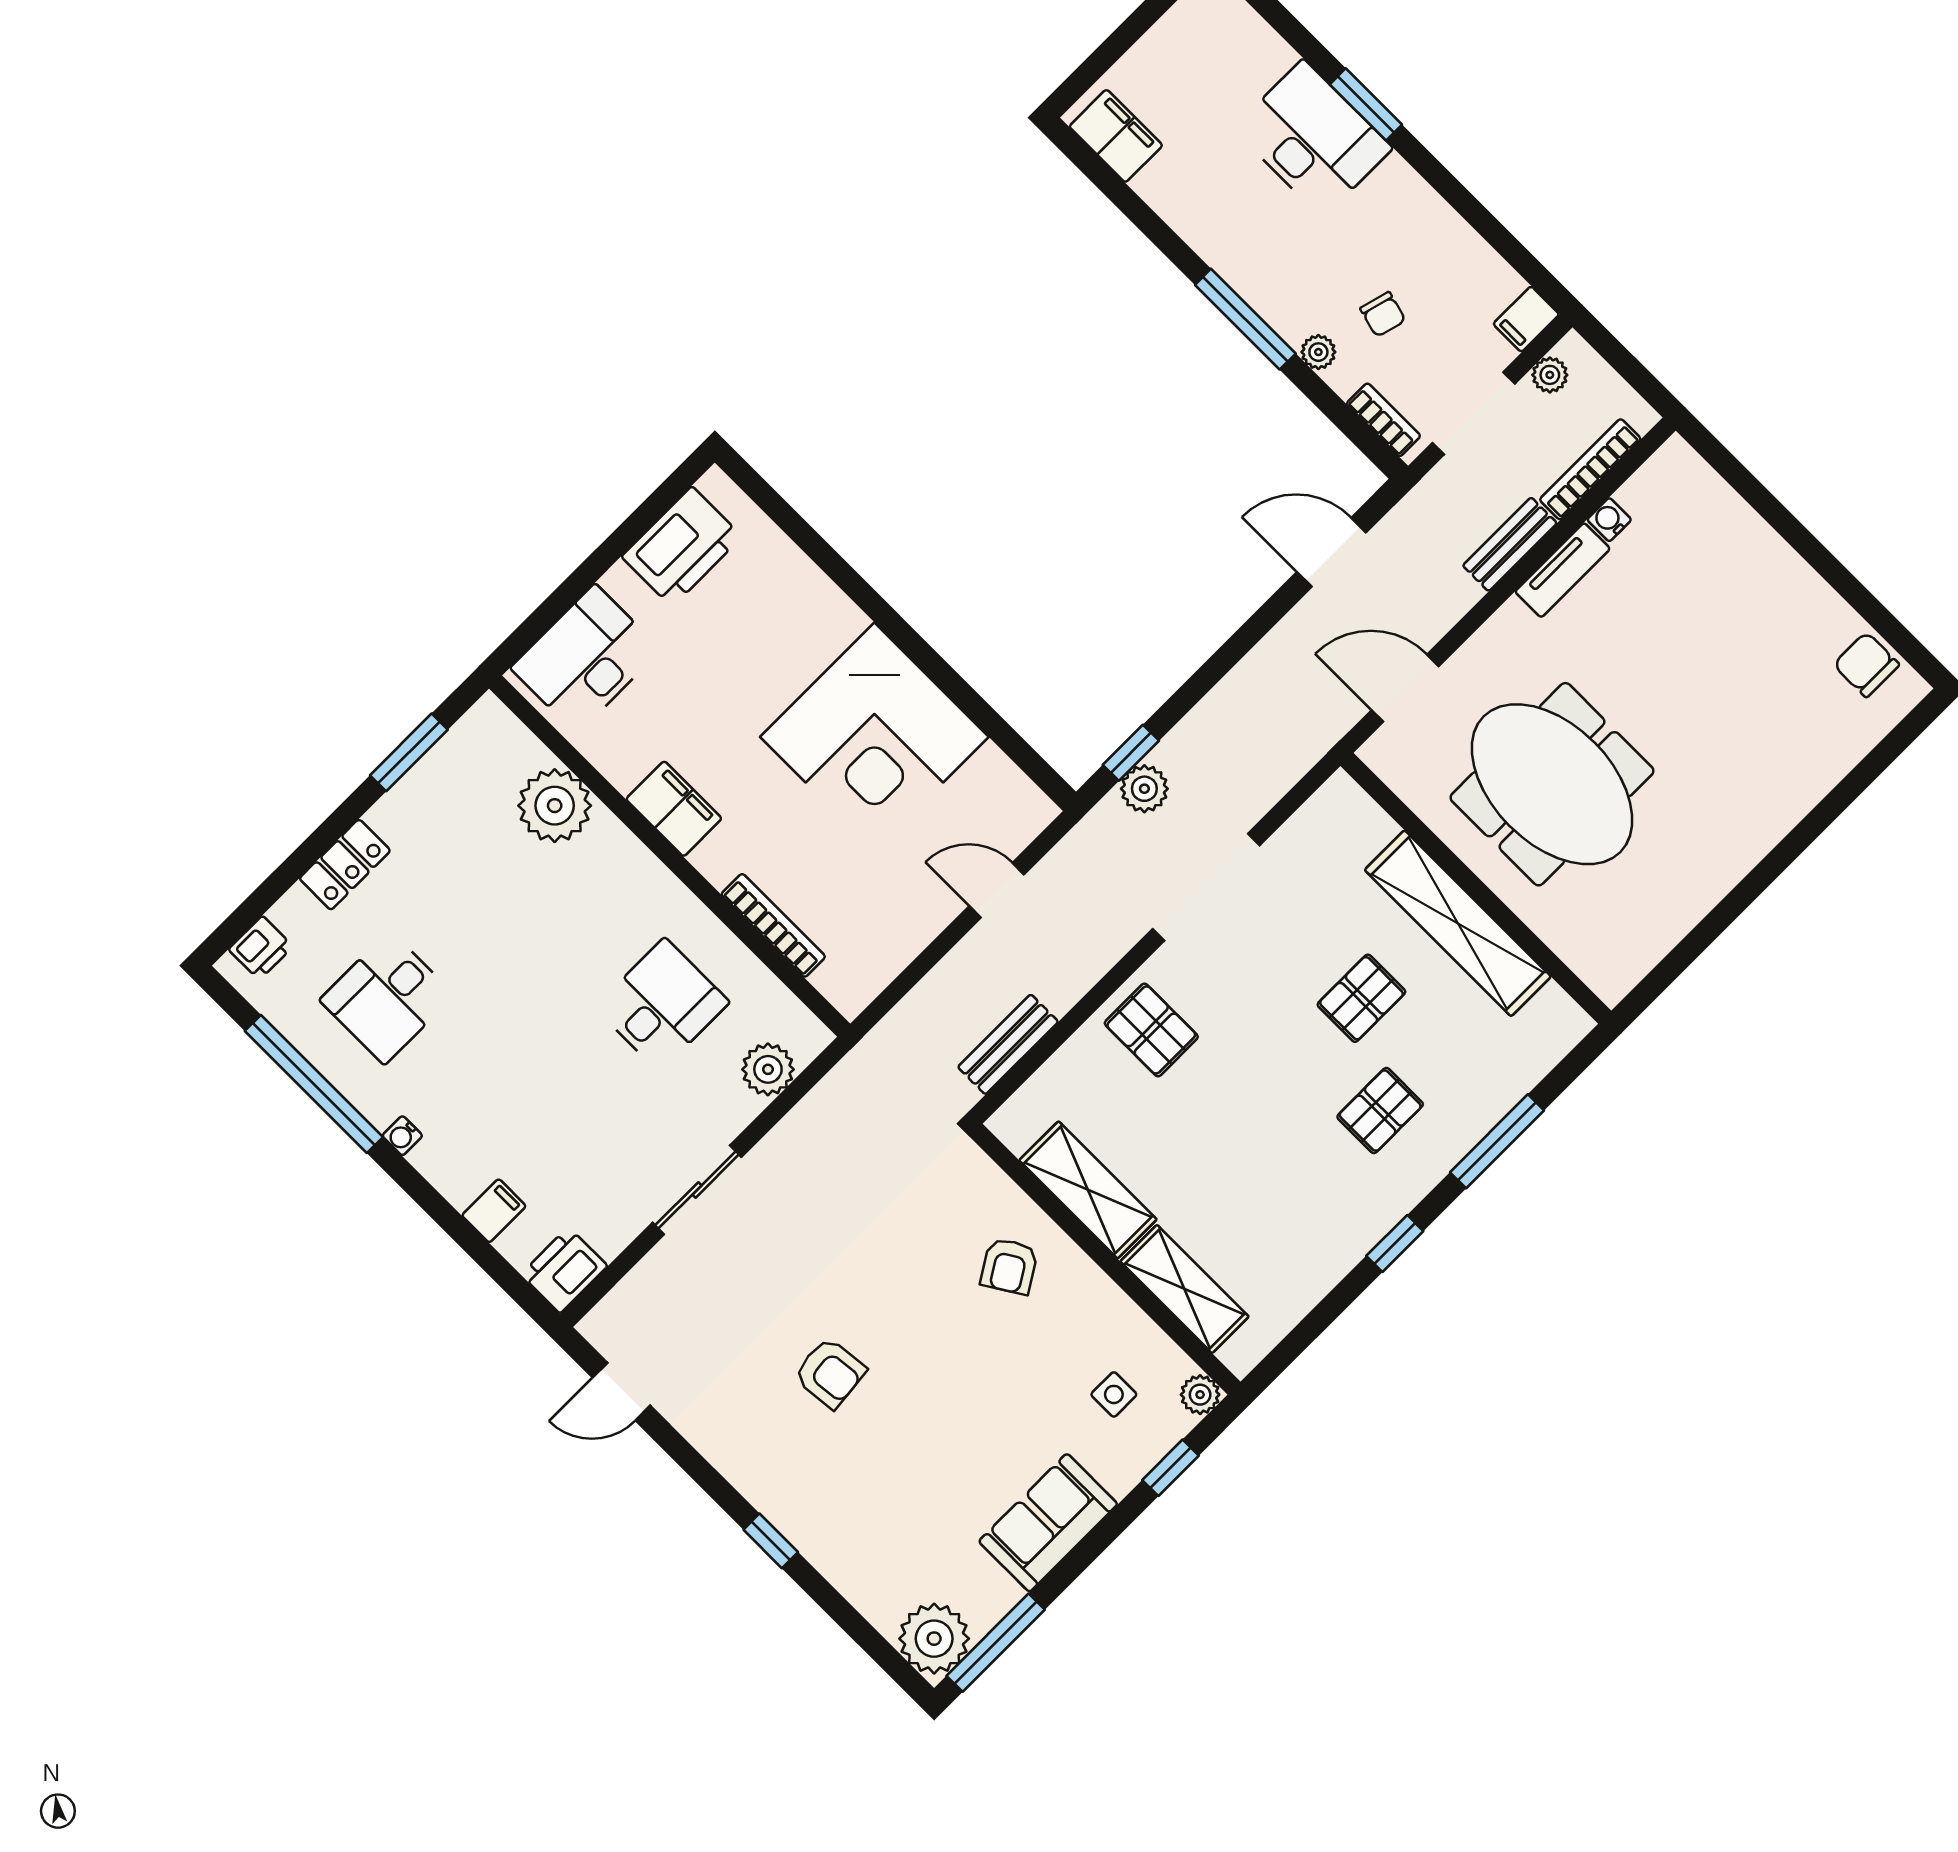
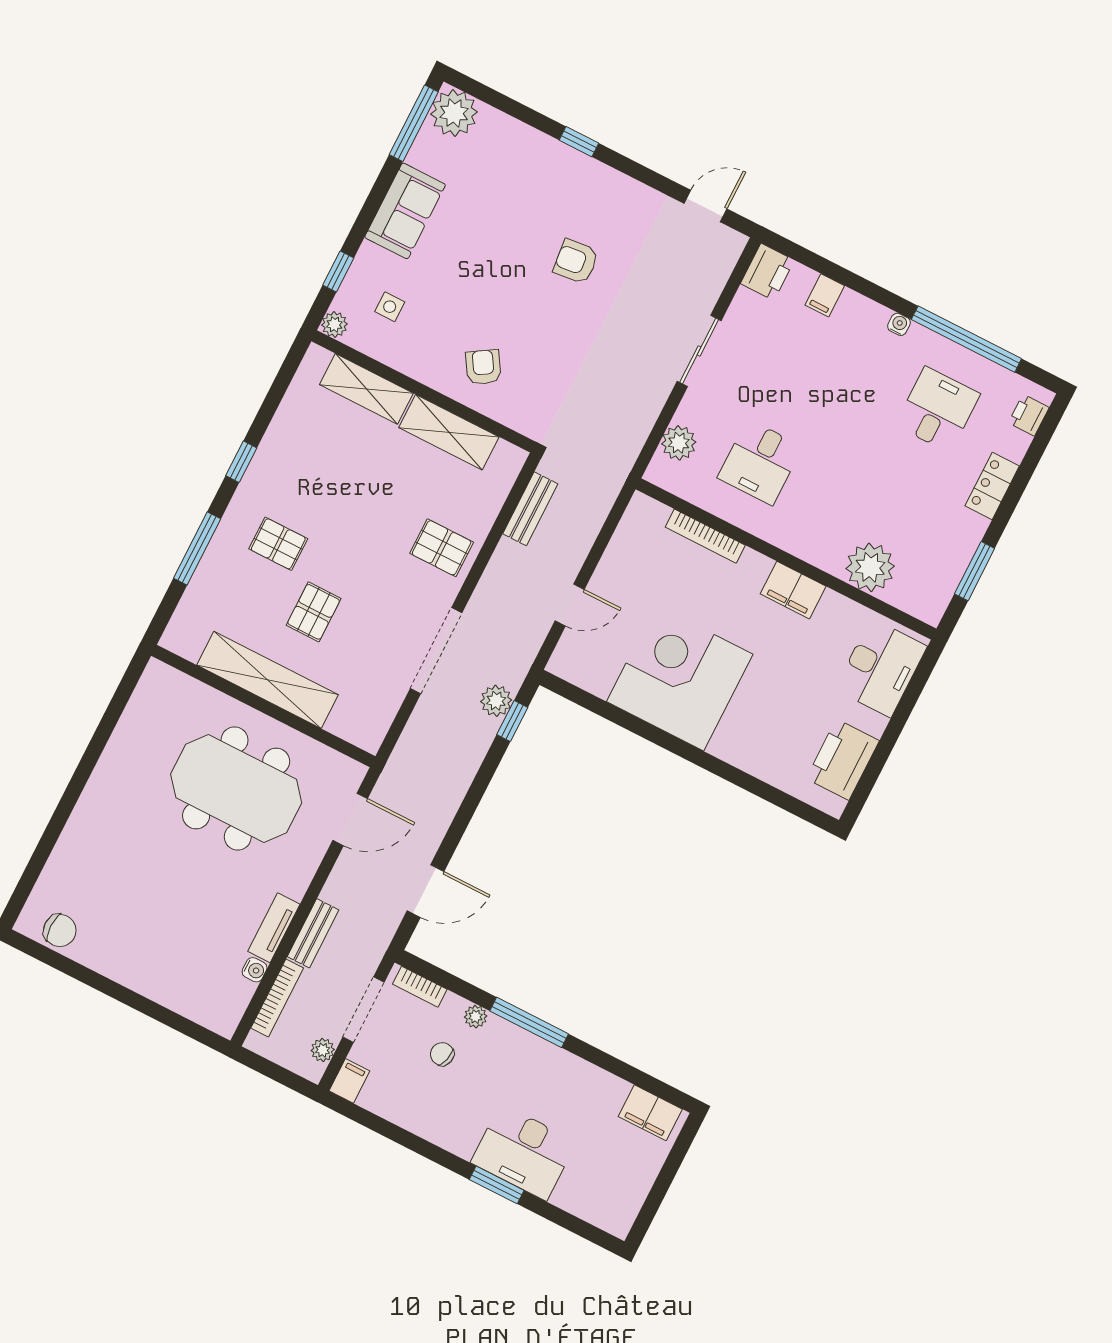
pallet: (1380, 1111) -> (278, 544), turned 90

